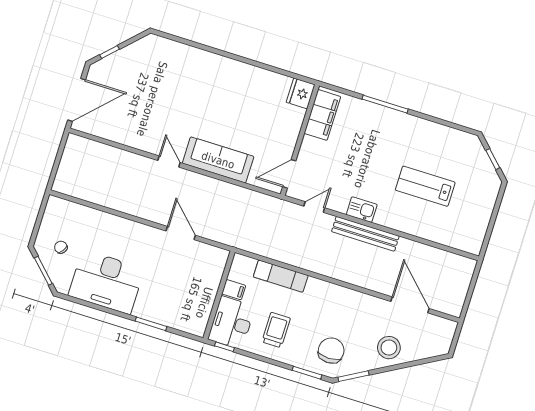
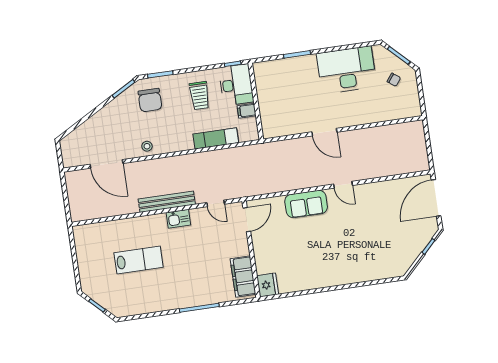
sofa: (218, 160) -> (306, 204), width x0.73
door: (314, 207) -> (216, 203), hinge flipped
door: (181, 233) -> (324, 132), moved
stool: (389, 348) -> (147, 146), moved, width x0.53, depth x0.53

